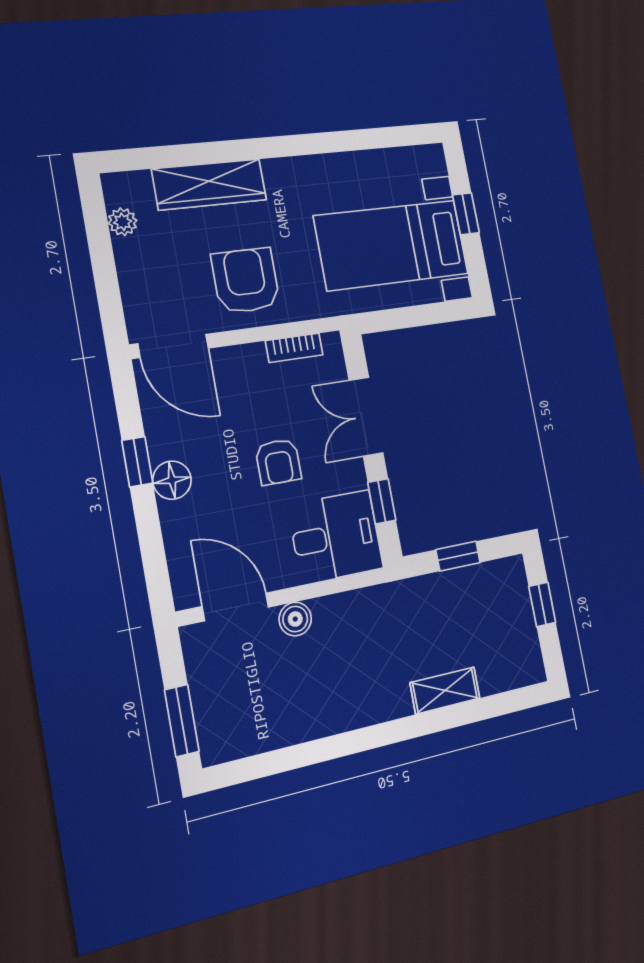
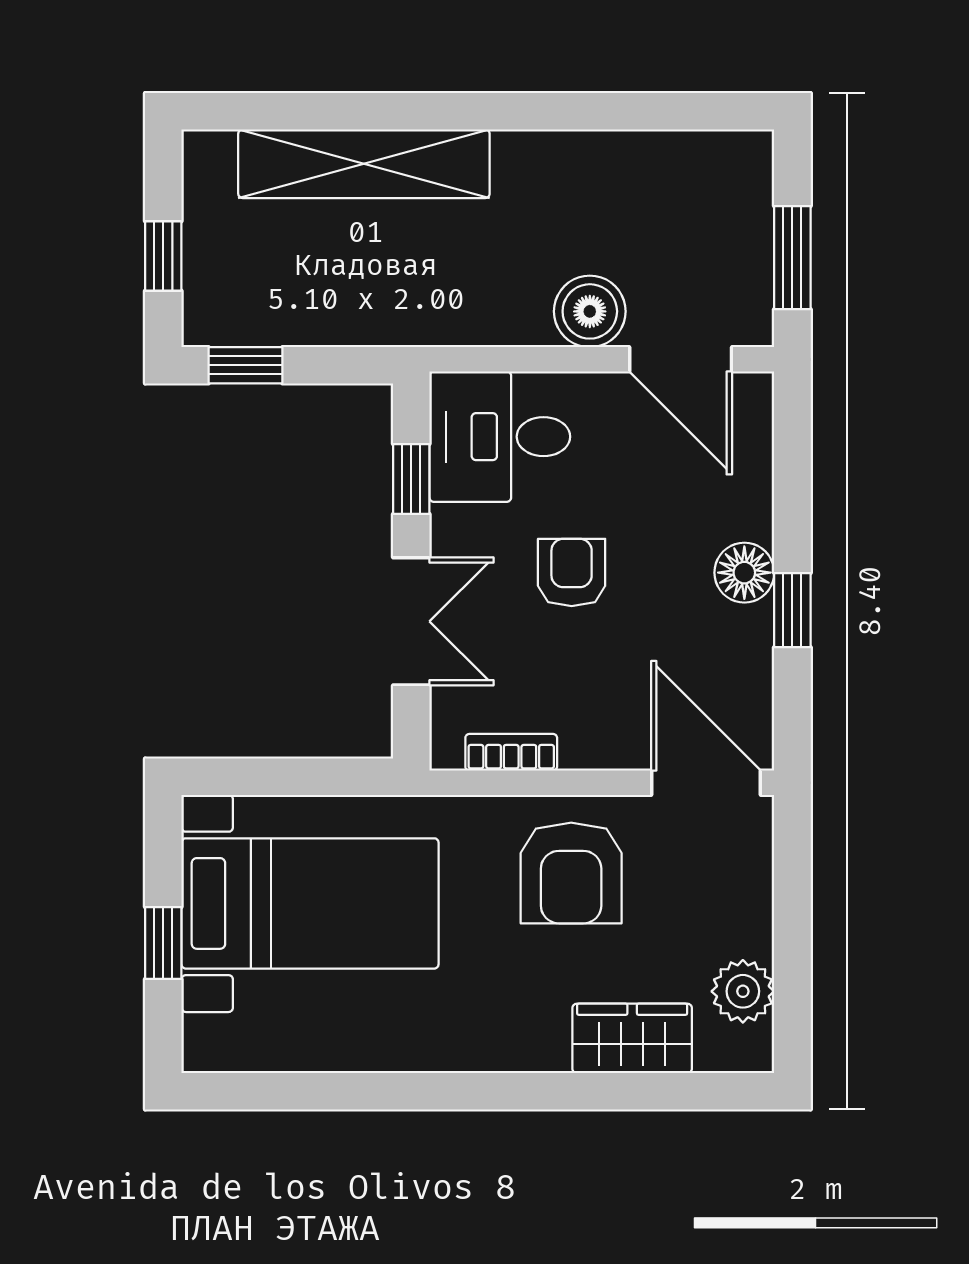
wardrobe: (209, 184) -> (632, 1038), width x0.67
plant: (123, 222) -> (743, 991), width x1.38, depth x1.38
window: (458, 556) -> (245, 365), moved
boiler: (295, 619) -> (590, 311), width x1.36, depth x1.36
shelving: (445, 690) -> (364, 164), width x2.20, depth x1.33
window: (182, 721) -> (792, 258), moved

